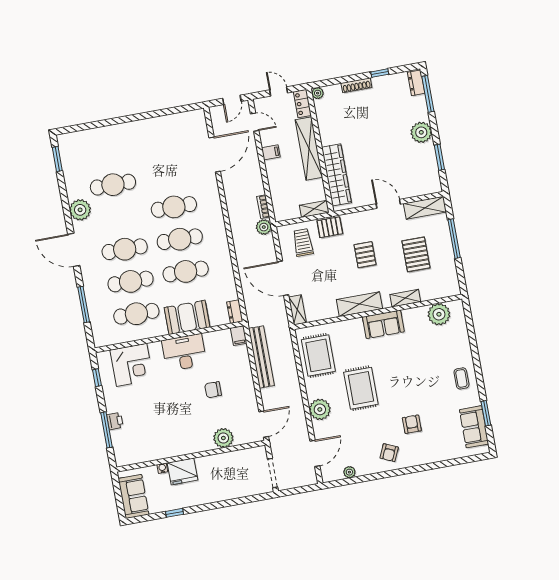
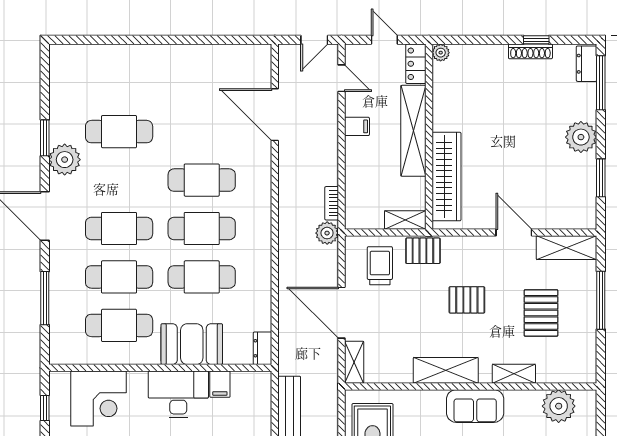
shoe rack: (356, 85) -> (530, 51), moved
door: (215, 155) -> (275, 115), swing flipped
window: (57, 159) -> (45, 138), moved
pallet: (365, 255) -> (467, 300), turned 90
filing cabinet: (239, 336) -> (220, 384), moved

